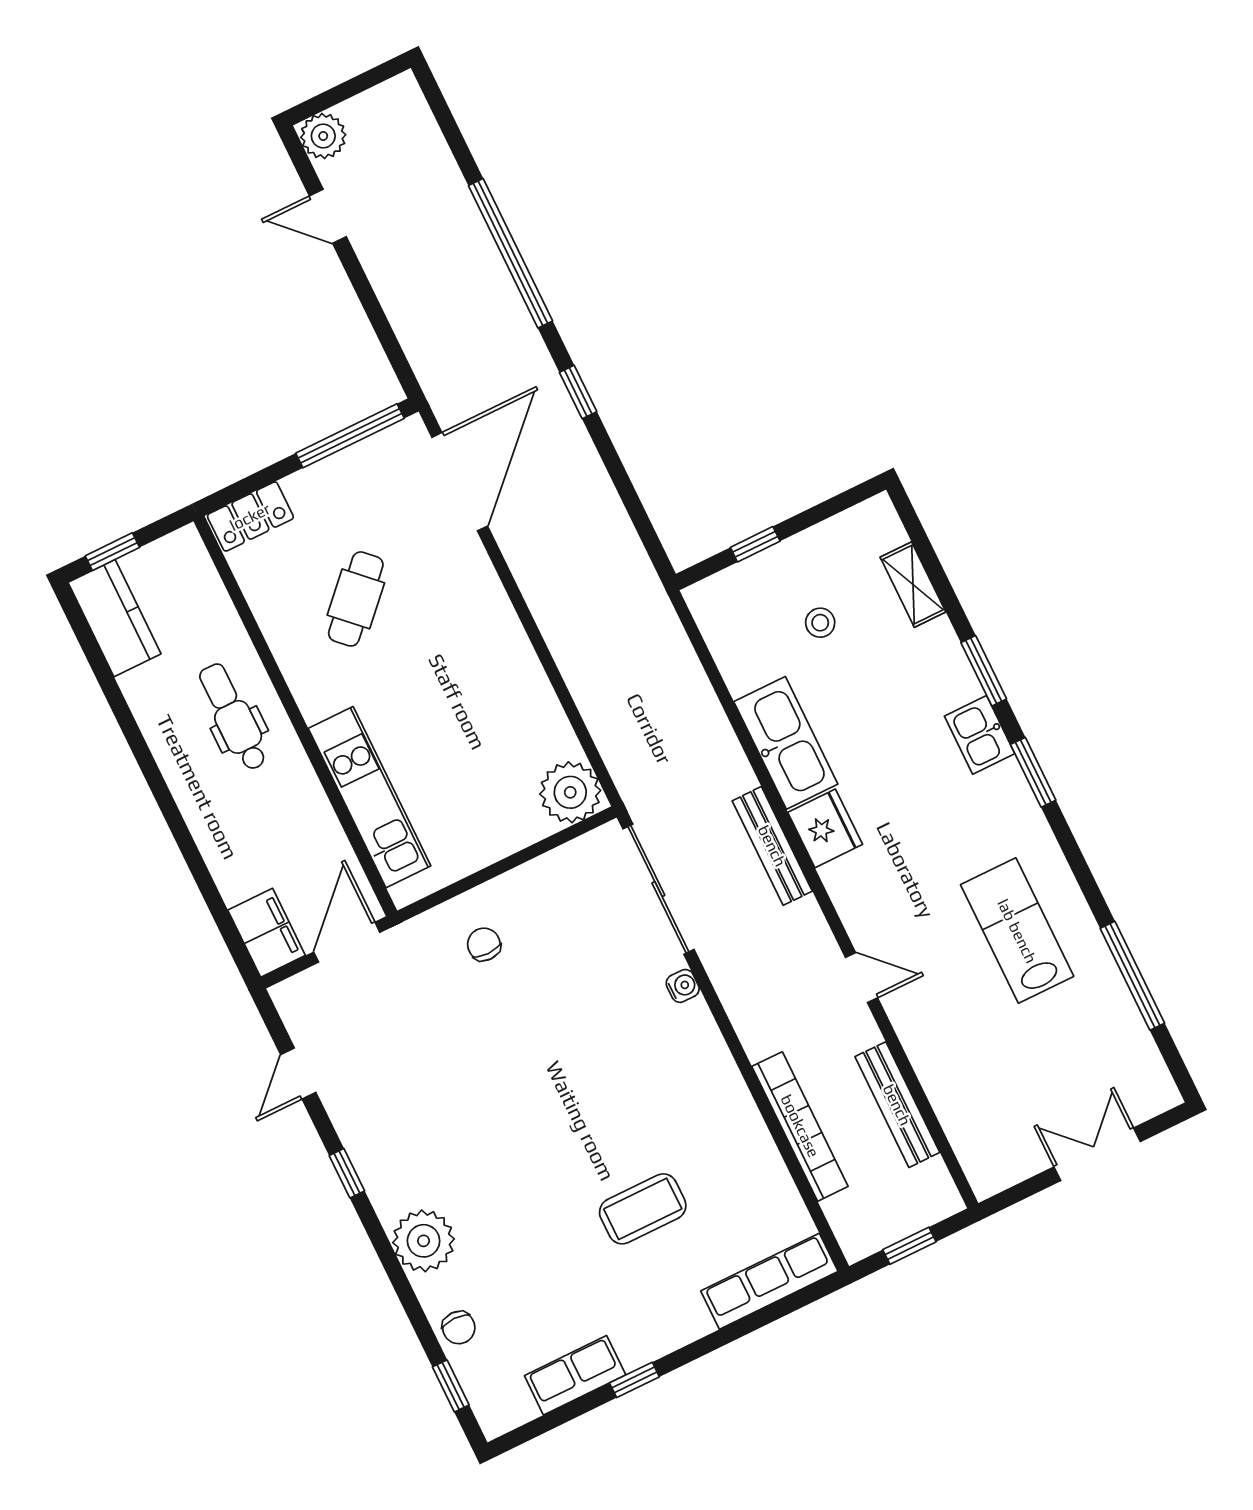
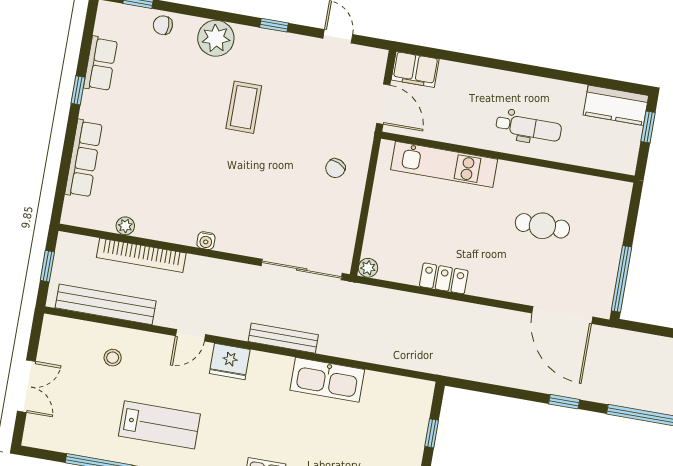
locker: (250, 517) -> (444, 278), moved, turned 90
cafe table: (356, 599) -> (542, 226), turned -44
stool: (820, 623) -> (113, 358), moved
plant: (570, 792) -> (368, 268), width x0.53, depth x0.53
fridge: (825, 828) -> (230, 361), moved
chair: (484, 944) -> (335, 168), turned 115
water cooler: (683, 986) -> (206, 241), moved
bench: (897, 1105) -> (106, 304), width x1.37, depth x1.21
plant: (775, 1178) -> (125, 226), added
coffee table: (643, 1209) -> (244, 107), moved
row of seats: (769, 1281) -> (84, 159), moved

